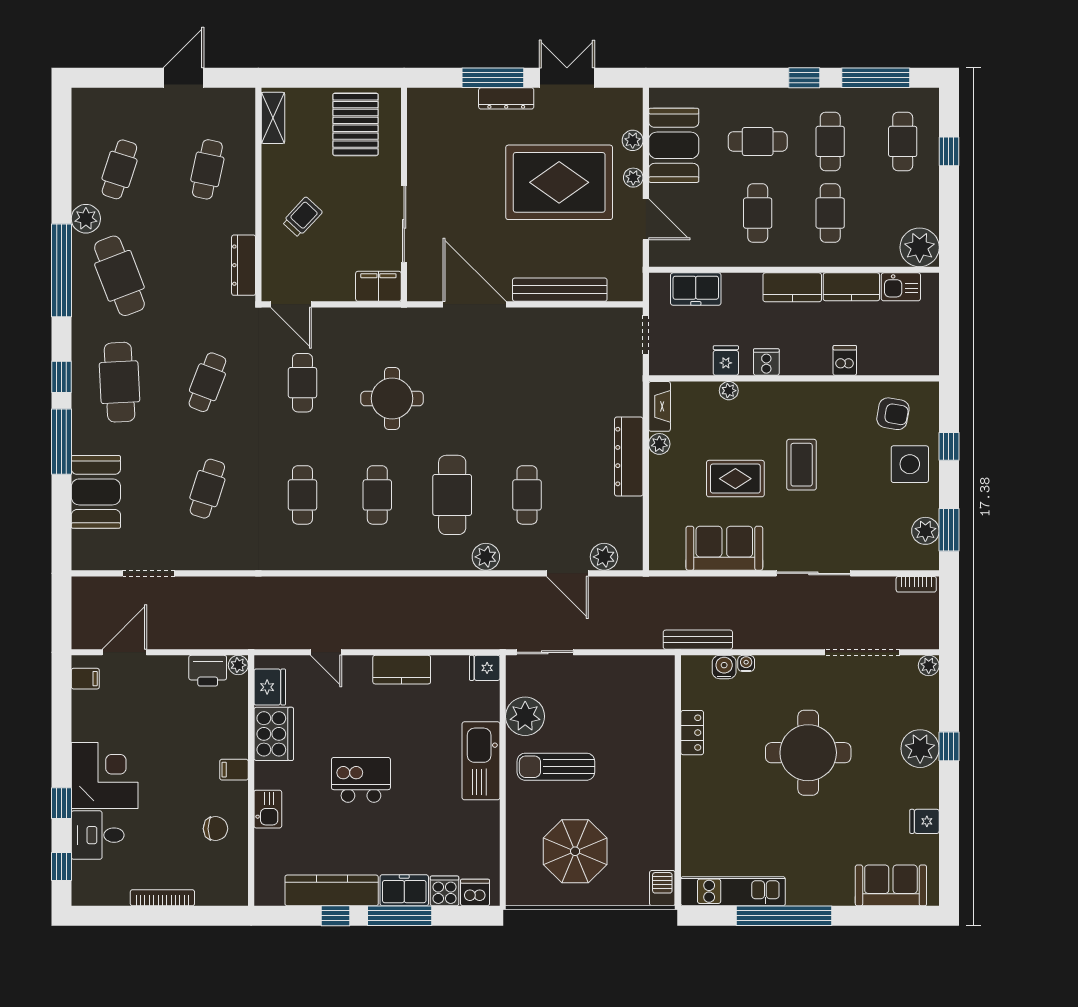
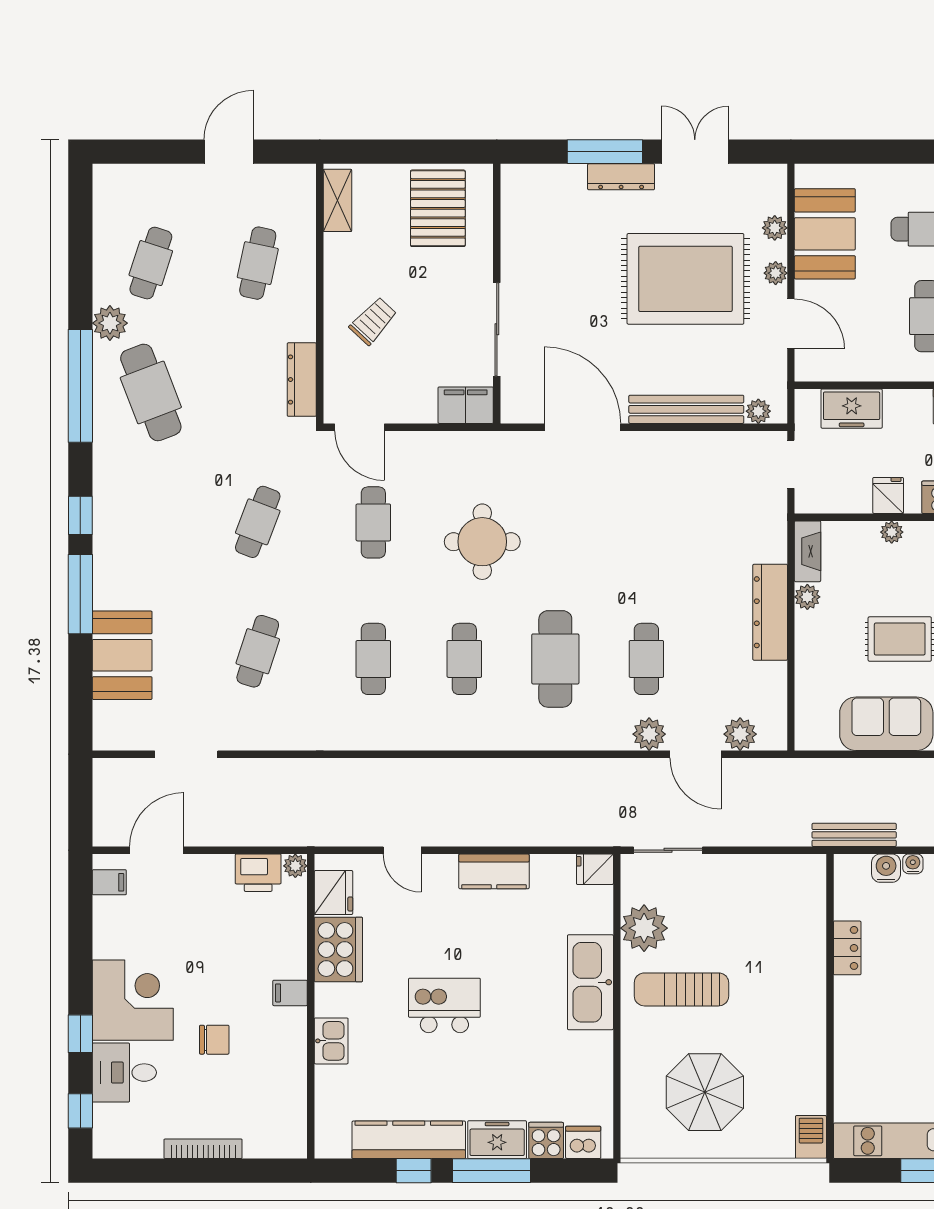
plant: (619, 291) -> (758, 411), added
cafe table: (119, 382) -> (151, 522), removed
plant: (486, 557) -> (649, 734), moved
chair: (216, 829) -> (214, 1040), moved

